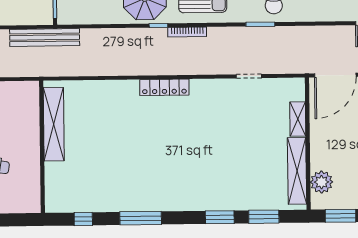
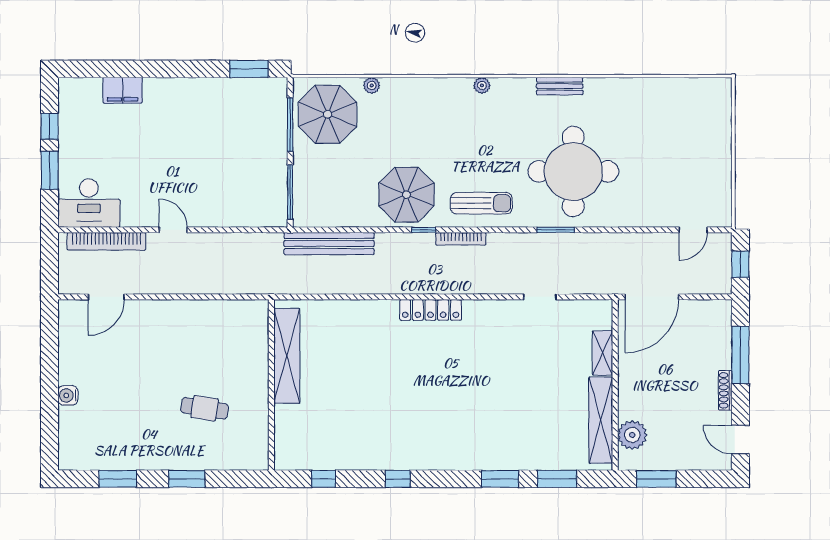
bench: (45, 37) -> (329, 244), moved
window: (141, 218) -> (398, 479), width x0.46

